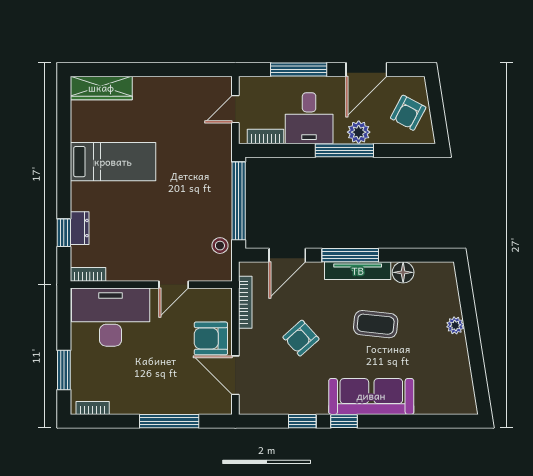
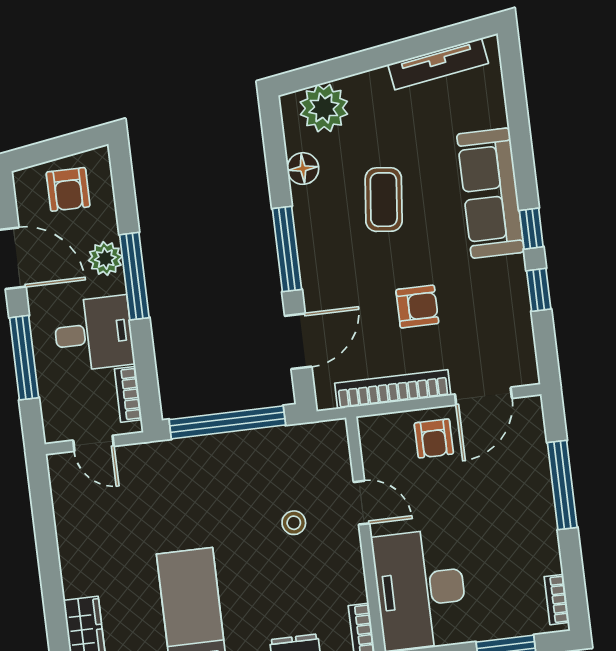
armchair: (408, 113) -> (68, 189), turned 62
stool: (220, 246) -> (294, 523), moved
door: (287, 255) -> (298, 341), hinge flipped
tv unit: (358, 271) -> (438, 64), moved, turned 81
bookcase: (245, 302) -> (393, 389), width x1.48, depth x1.31
plant: (455, 325) -> (324, 108), moved, width x1.87, depth x1.87
armchair: (211, 338) -> (434, 438), width x0.72, depth x0.72
armchair: (301, 338) -> (417, 307), turned -48

